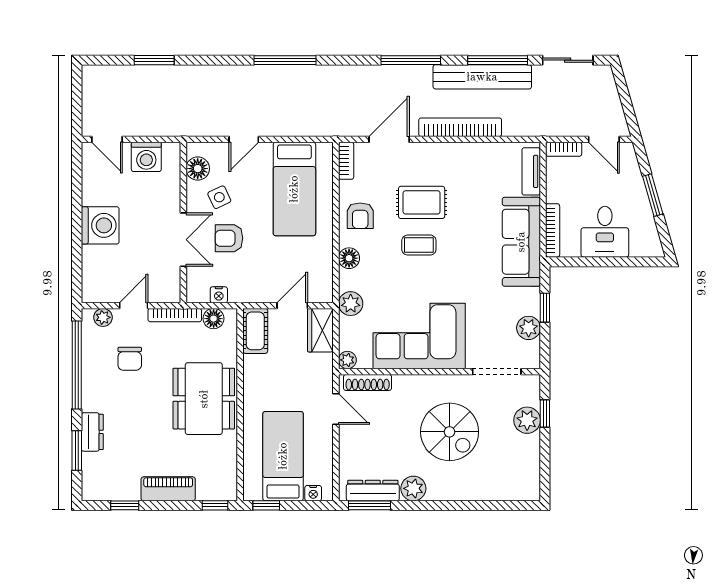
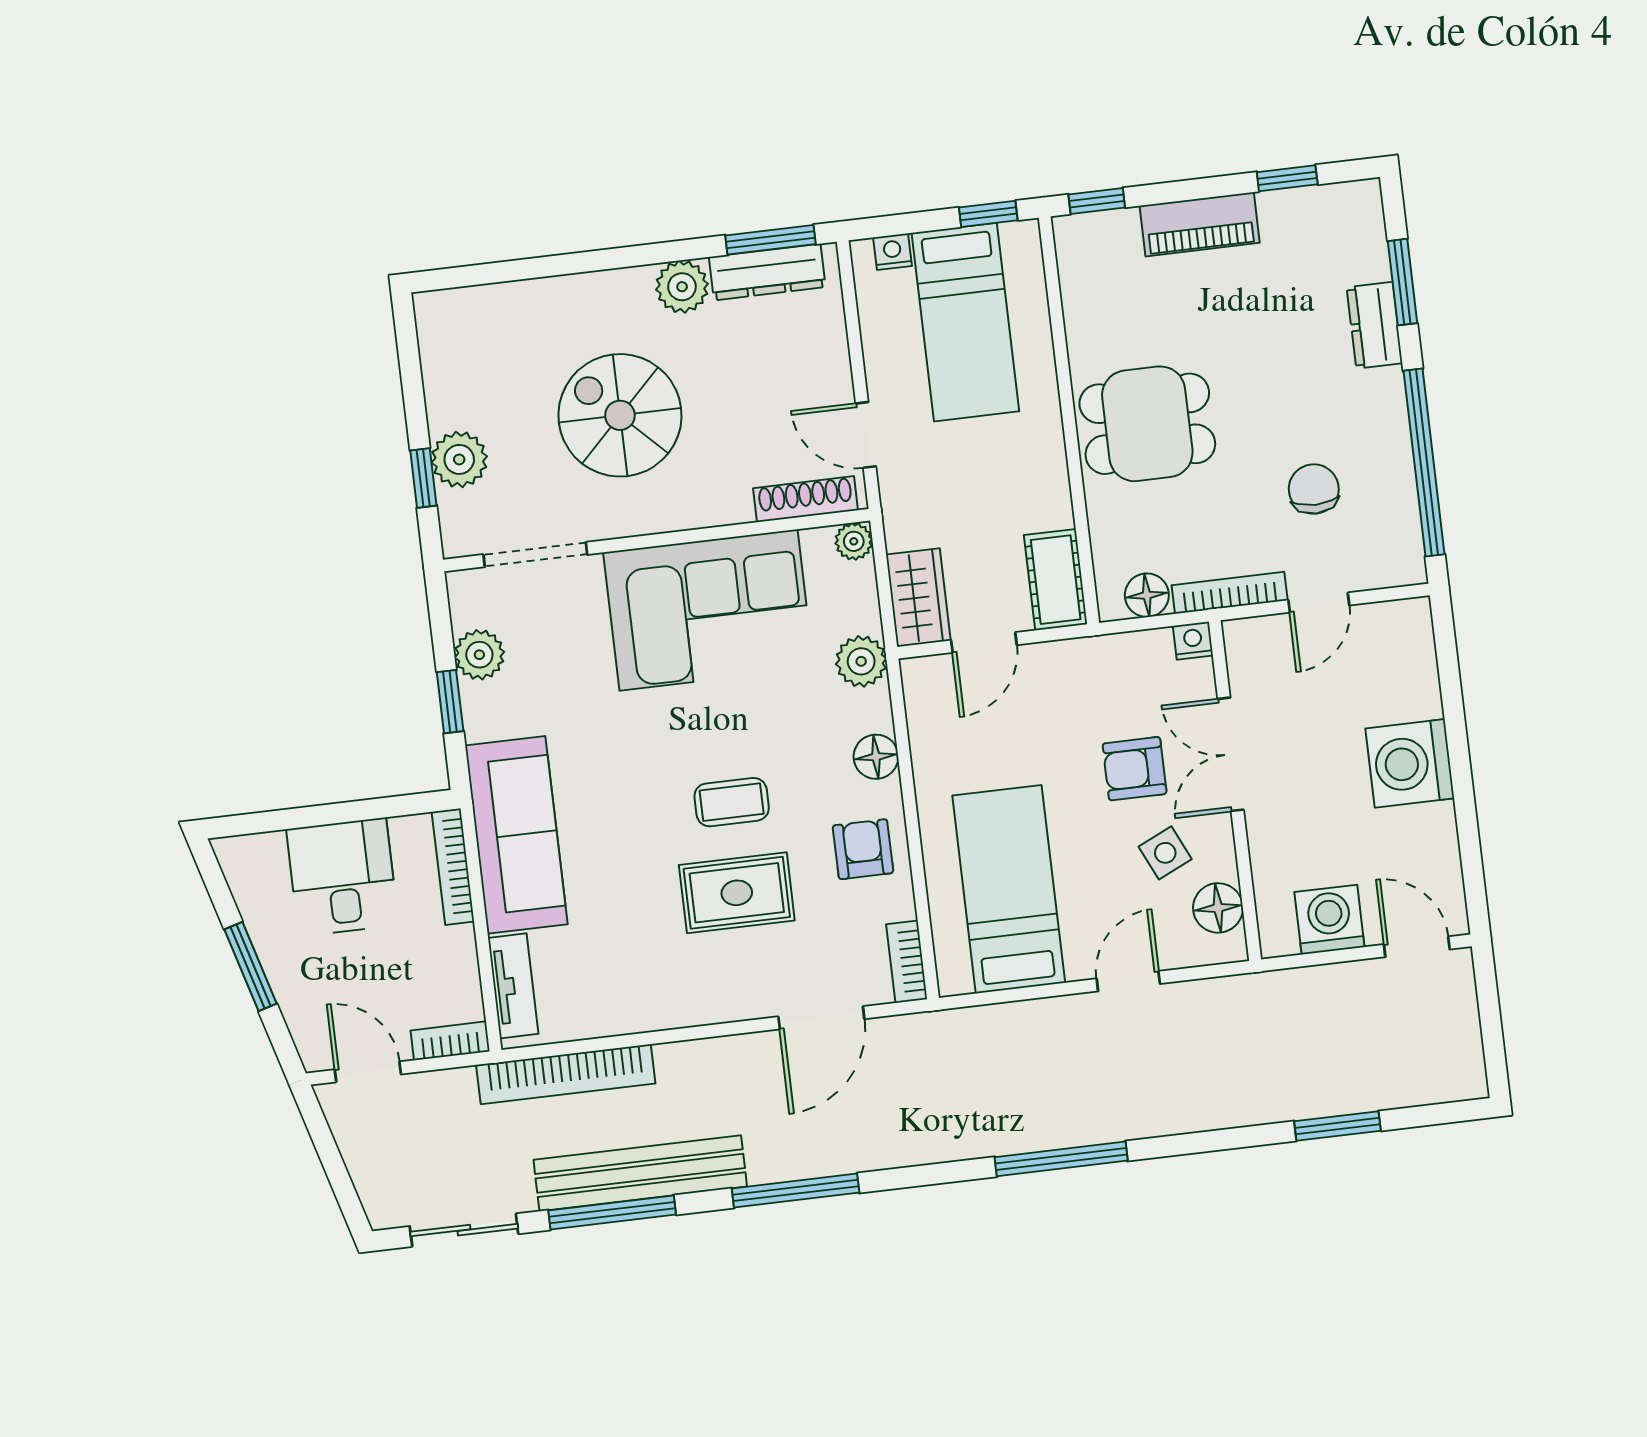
bookcase: (460, 127) -> (566, 1074), moved
armchair: (229, 238) -> (1135, 769), turned 180
nightstand: (219, 295) -> (1193, 641), moved
plant: (103, 317) -> (1380, 570), removed
dining table: (204, 399) -> (1147, 424), width x0.73

